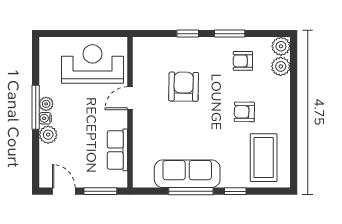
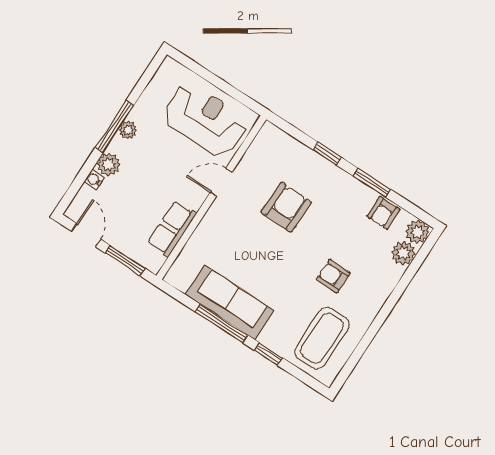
armchair: (243, 61) -> (383, 213), moved, turned -90
water cooler: (45, 118) -> (94, 180), moved

